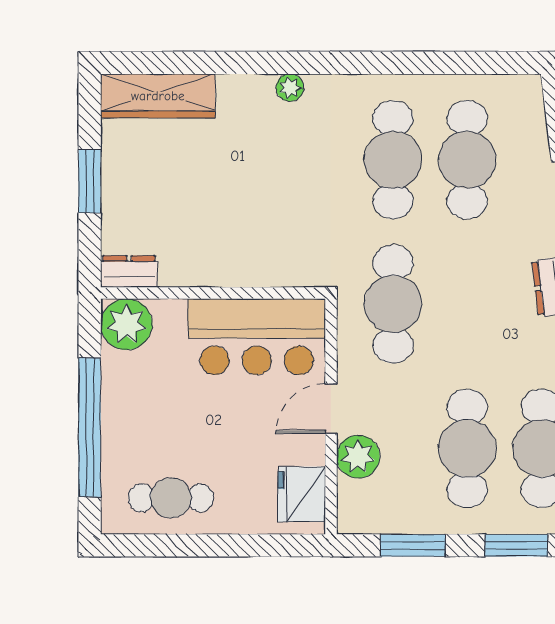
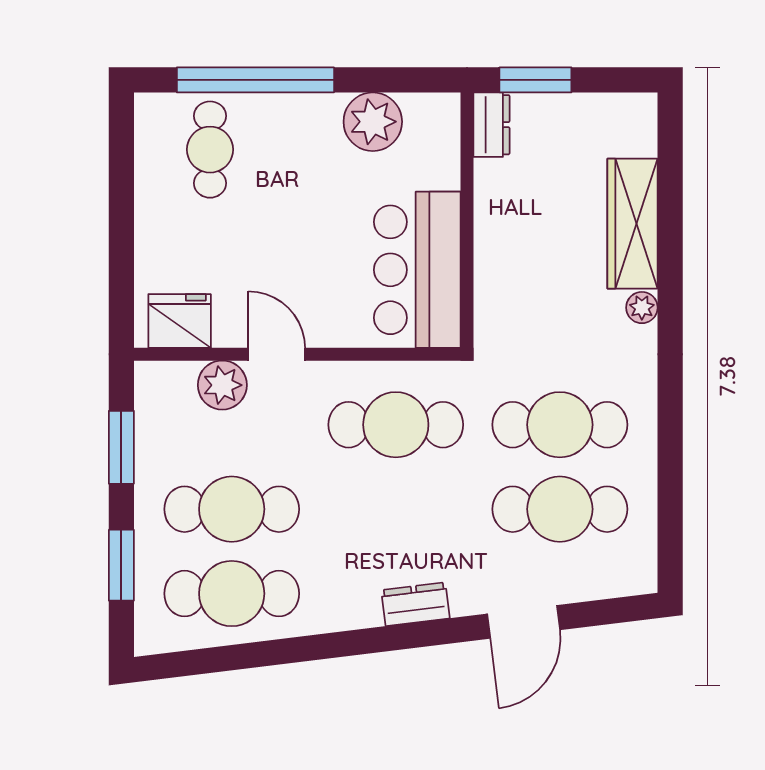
wardrobe: (158, 96) -> (632, 224), moved
dresser: (129, 272) -> (491, 125), moved
wall: (213, 293) -> (467, 220), moved
bar counter: (257, 337) -> (417, 270), moved
cafe table: (171, 498) -> (210, 150), moved

